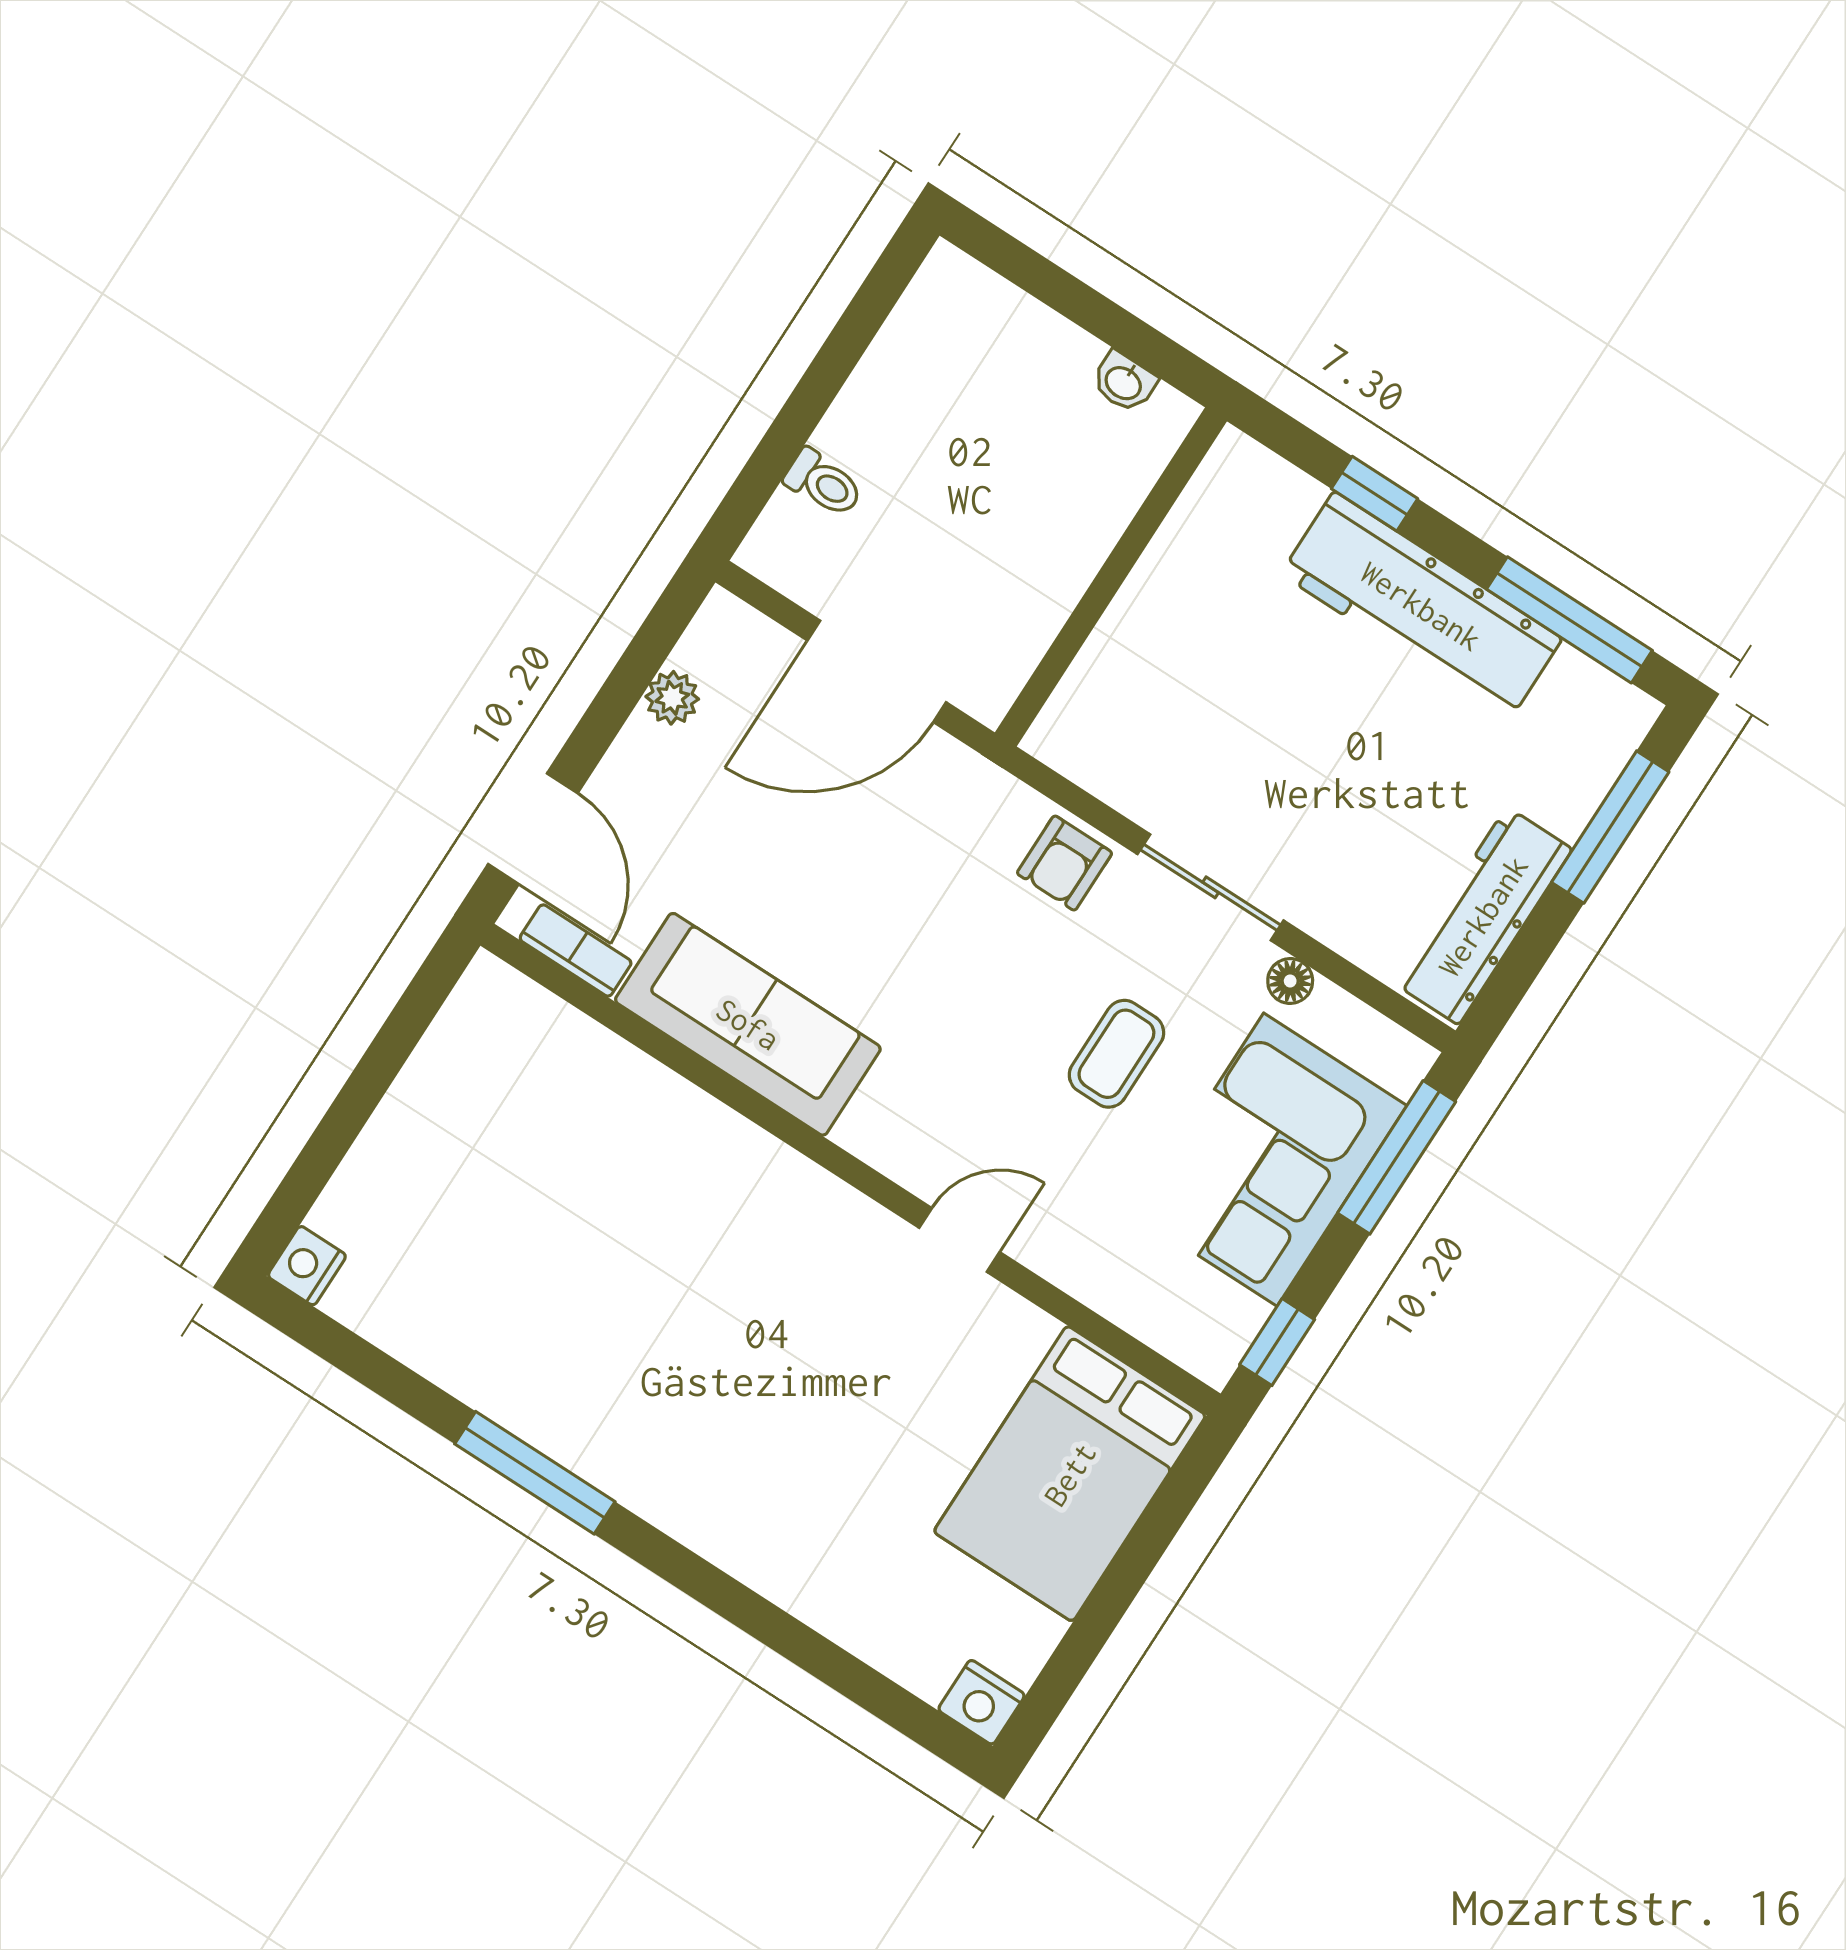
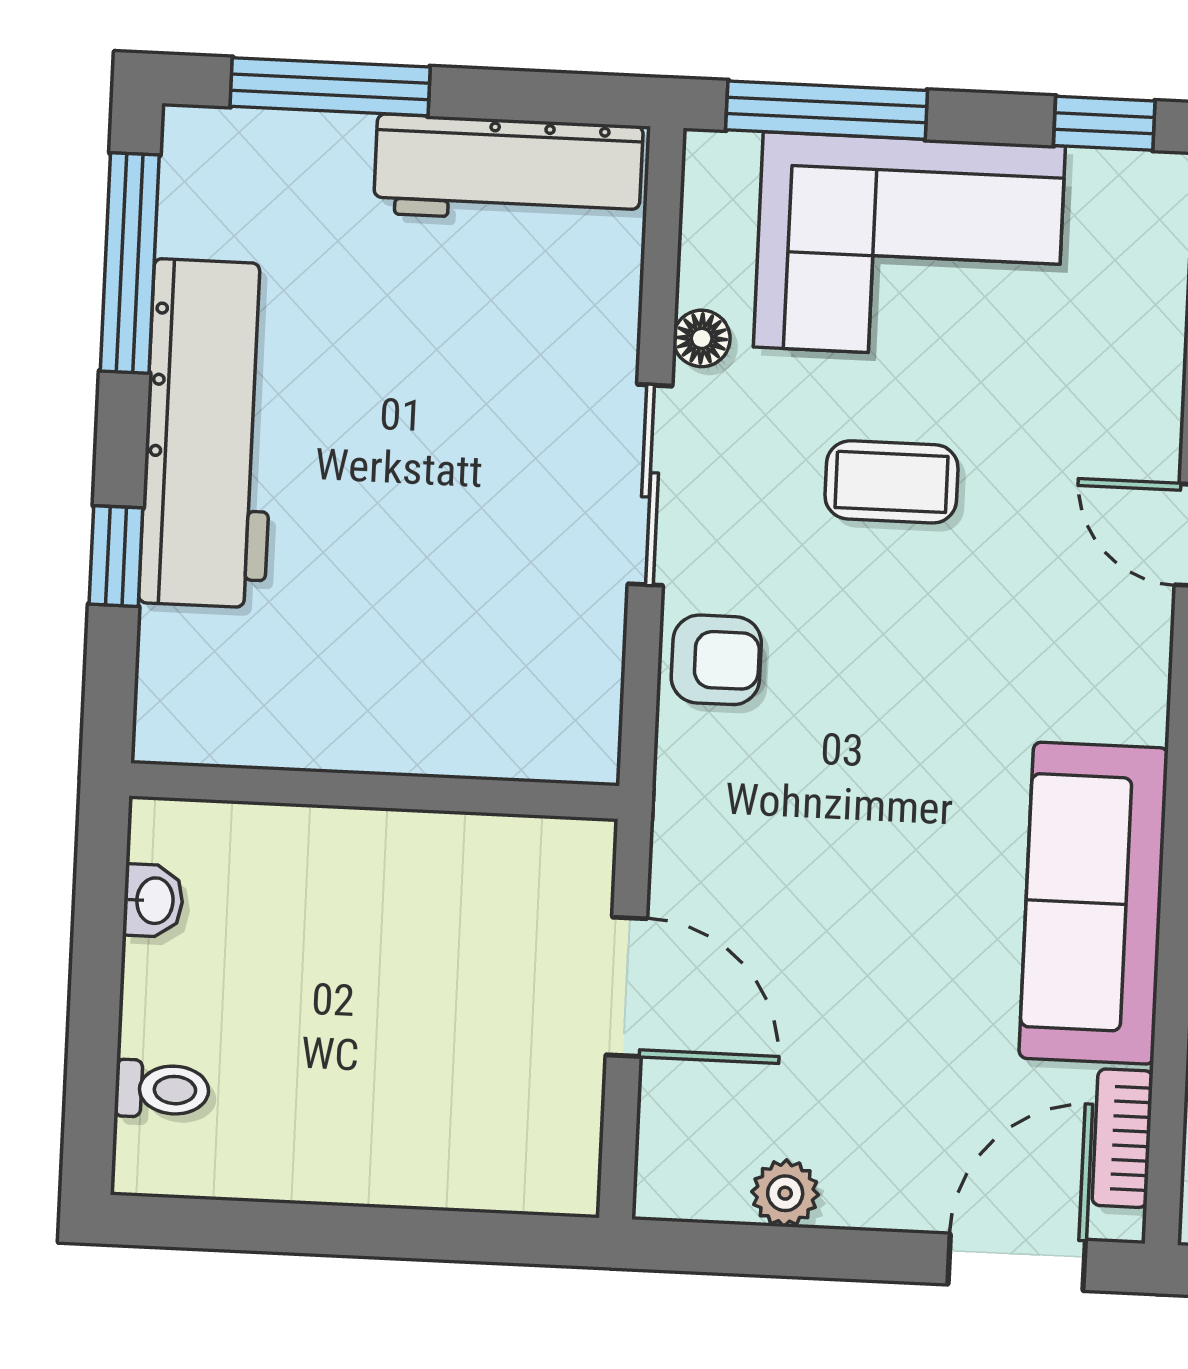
toilet: (823, 483) -> (162, 1089), moved, turned 90
door: (877, 671) -> (626, 987), width x0.73

